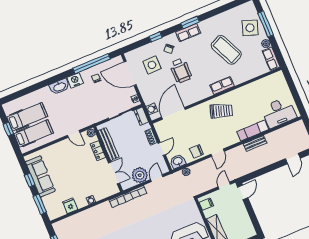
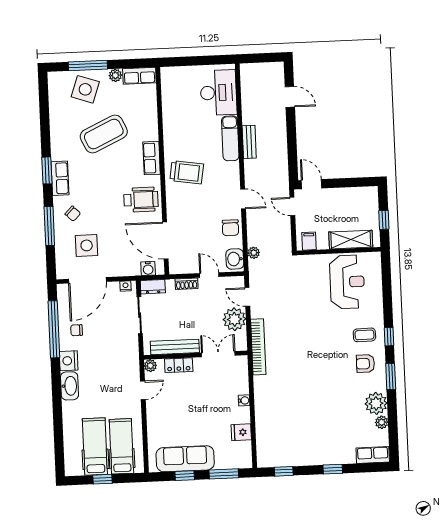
window: (156, 37) -> (49, 226), width x2.17
wheelchair: (181, 70) -> (141, 200), moved
trolley: (221, 111) -> (187, 172), turned 81

